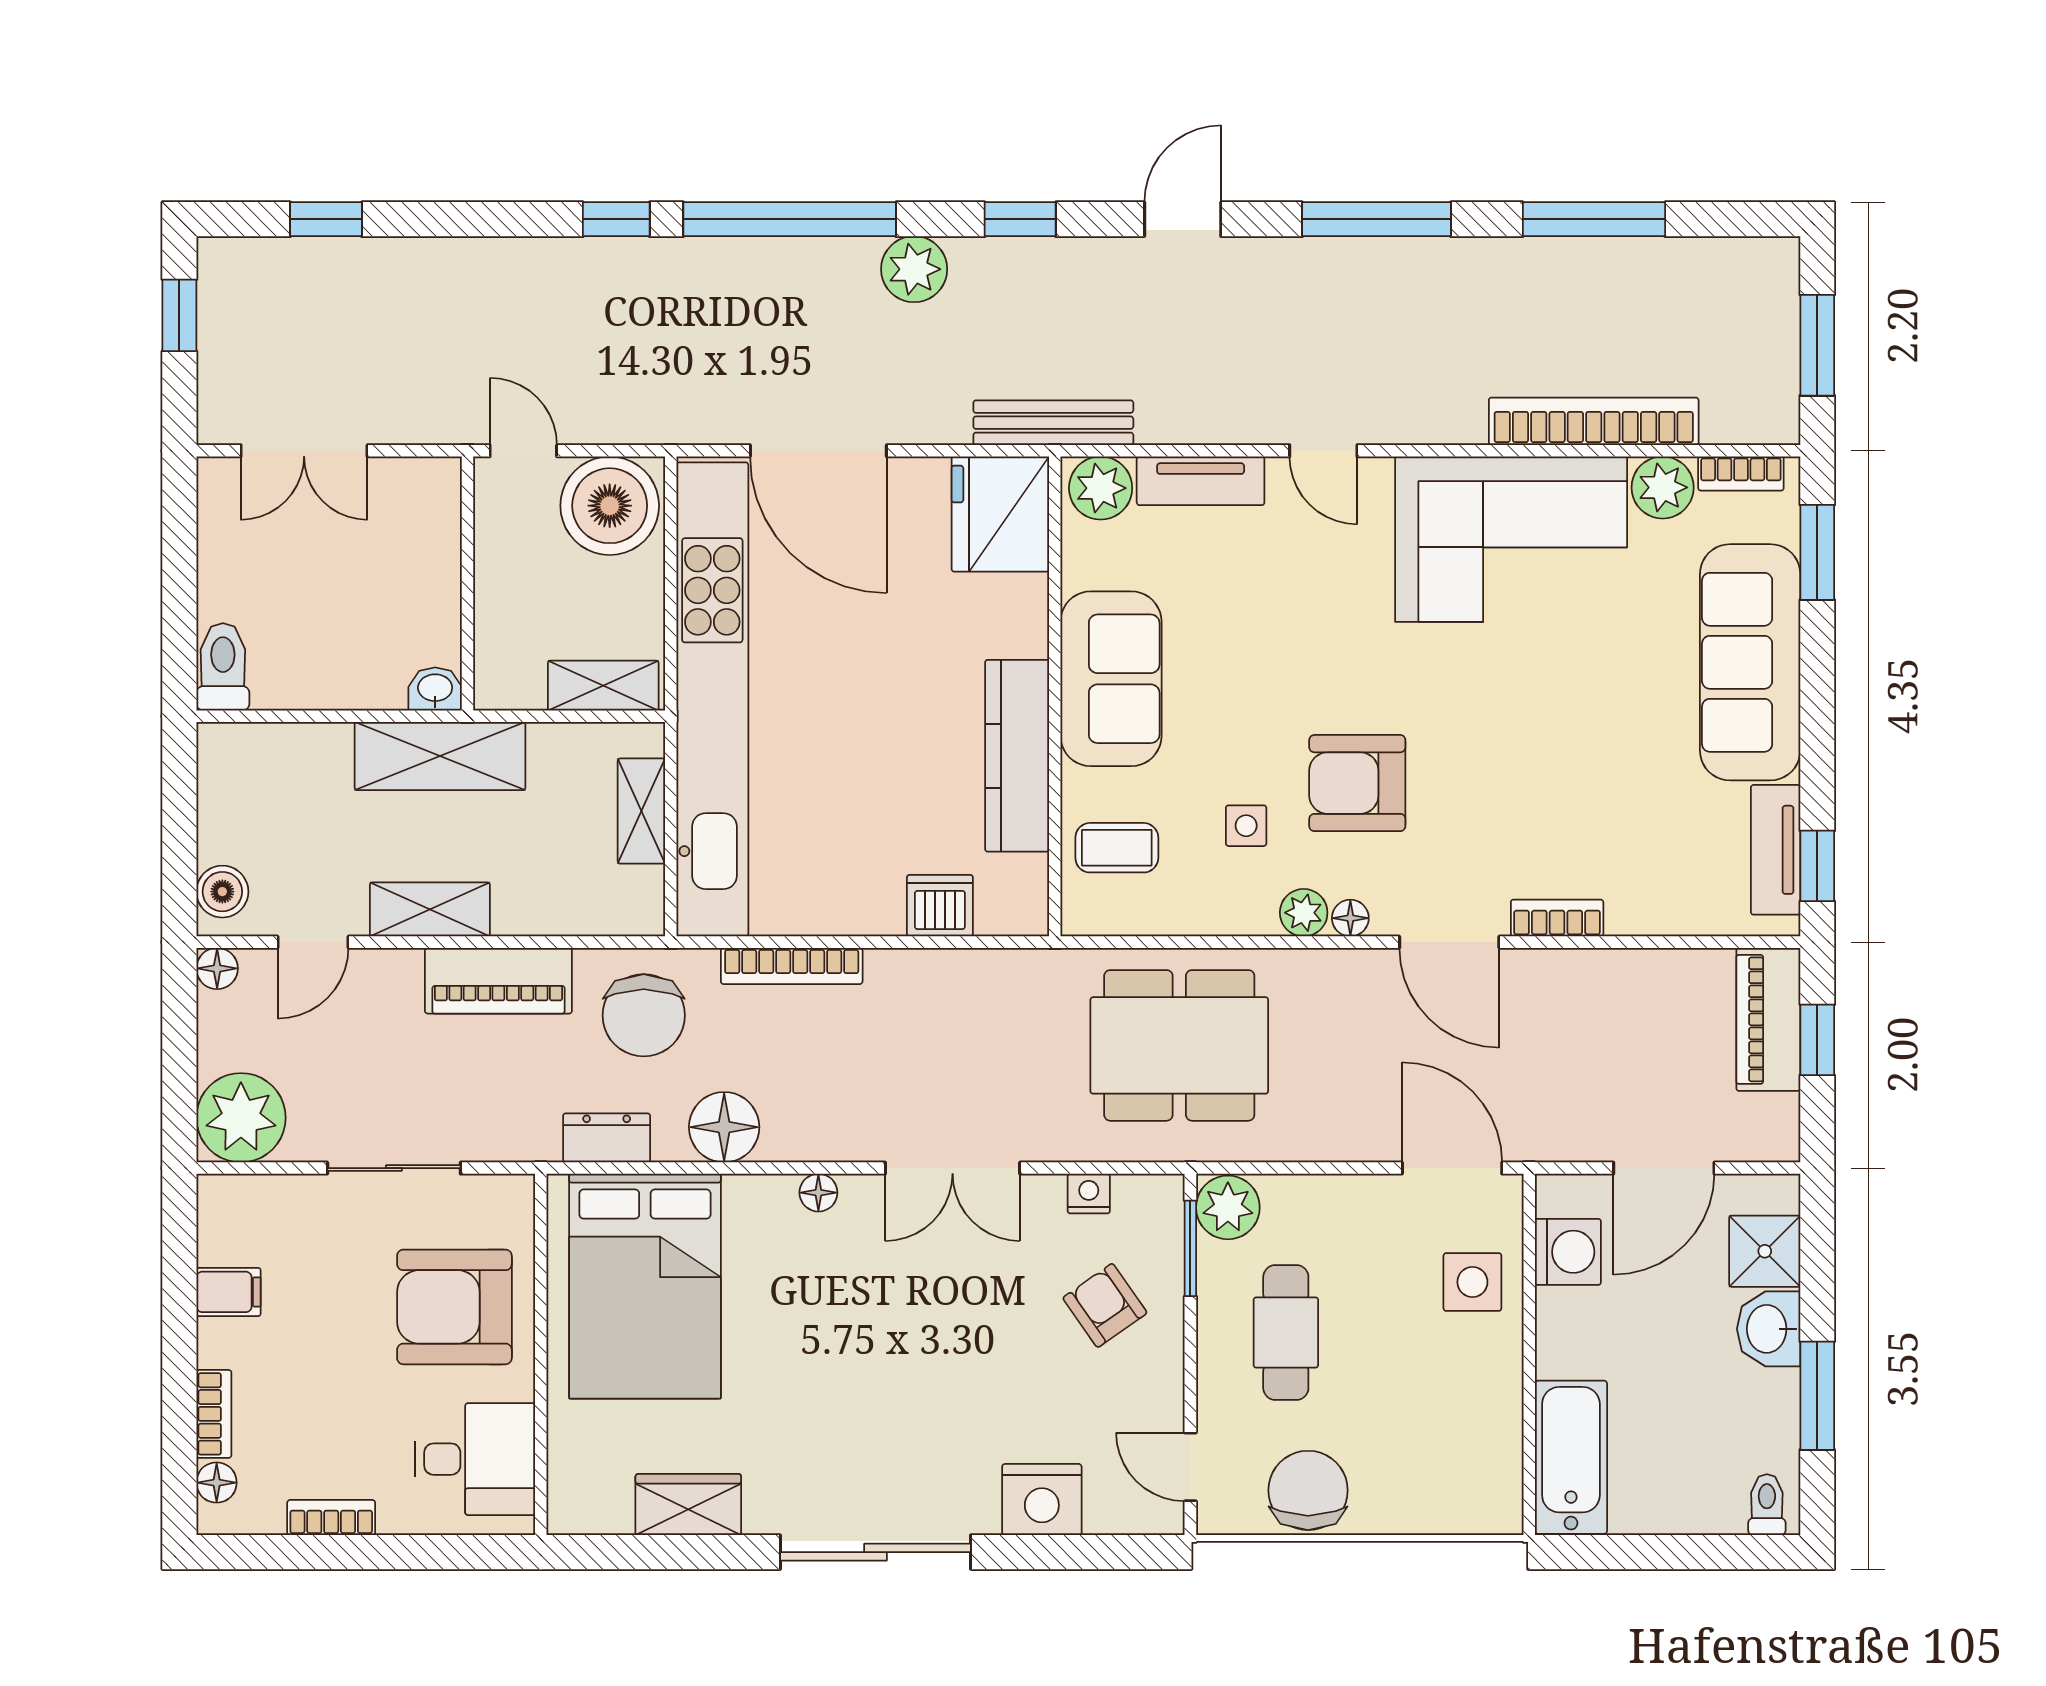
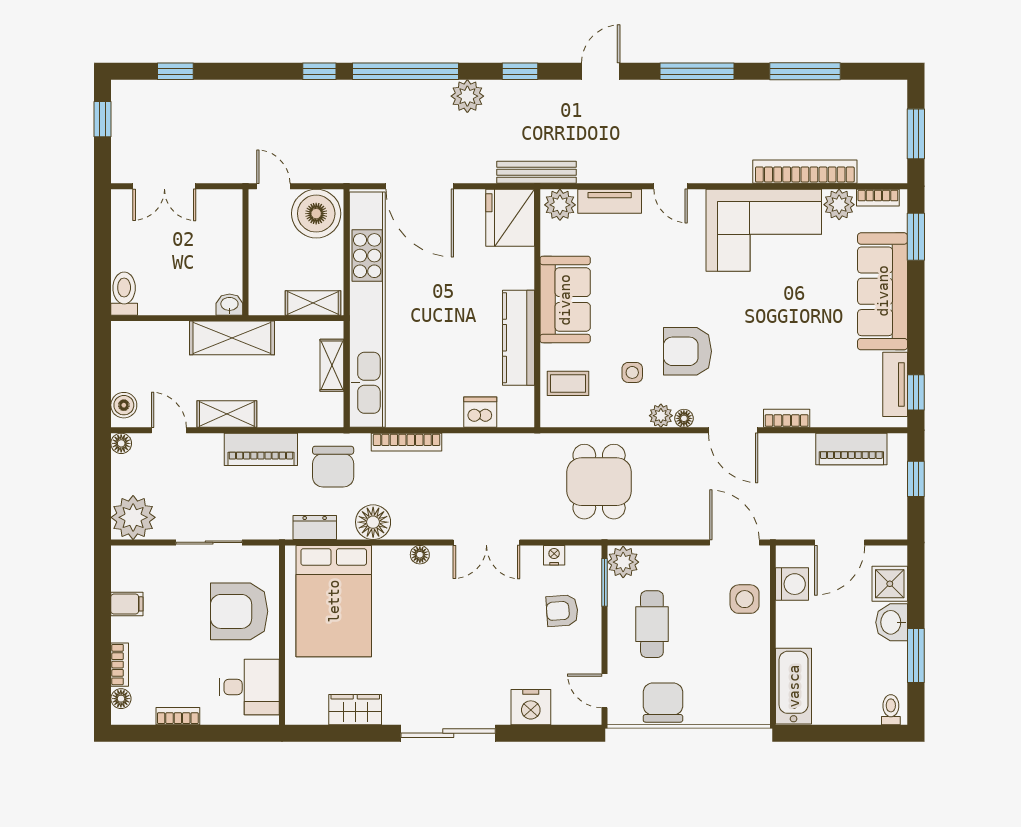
door: (313, 942) -> (169, 430), swing flipped
piano: (1768, 1019) -> (851, 449), moved, turned -90
dining table: (1179, 1045) -> (599, 482), width x0.73
armchair: (1105, 1305) -> (562, 611), turned -59

